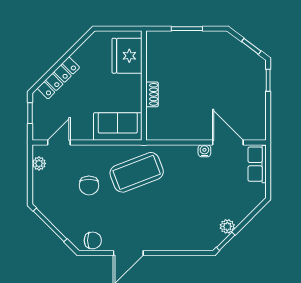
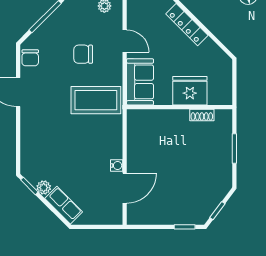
fridge: (127, 56) -> (190, 91), moved
shoe rack: (152, 94) -> (202, 115), moved
door: (59, 143) -> (125, 41), moved
row of seats: (257, 164) -> (64, 205), moved, turned 45
coffee table: (137, 172) -> (96, 100), turned -69

